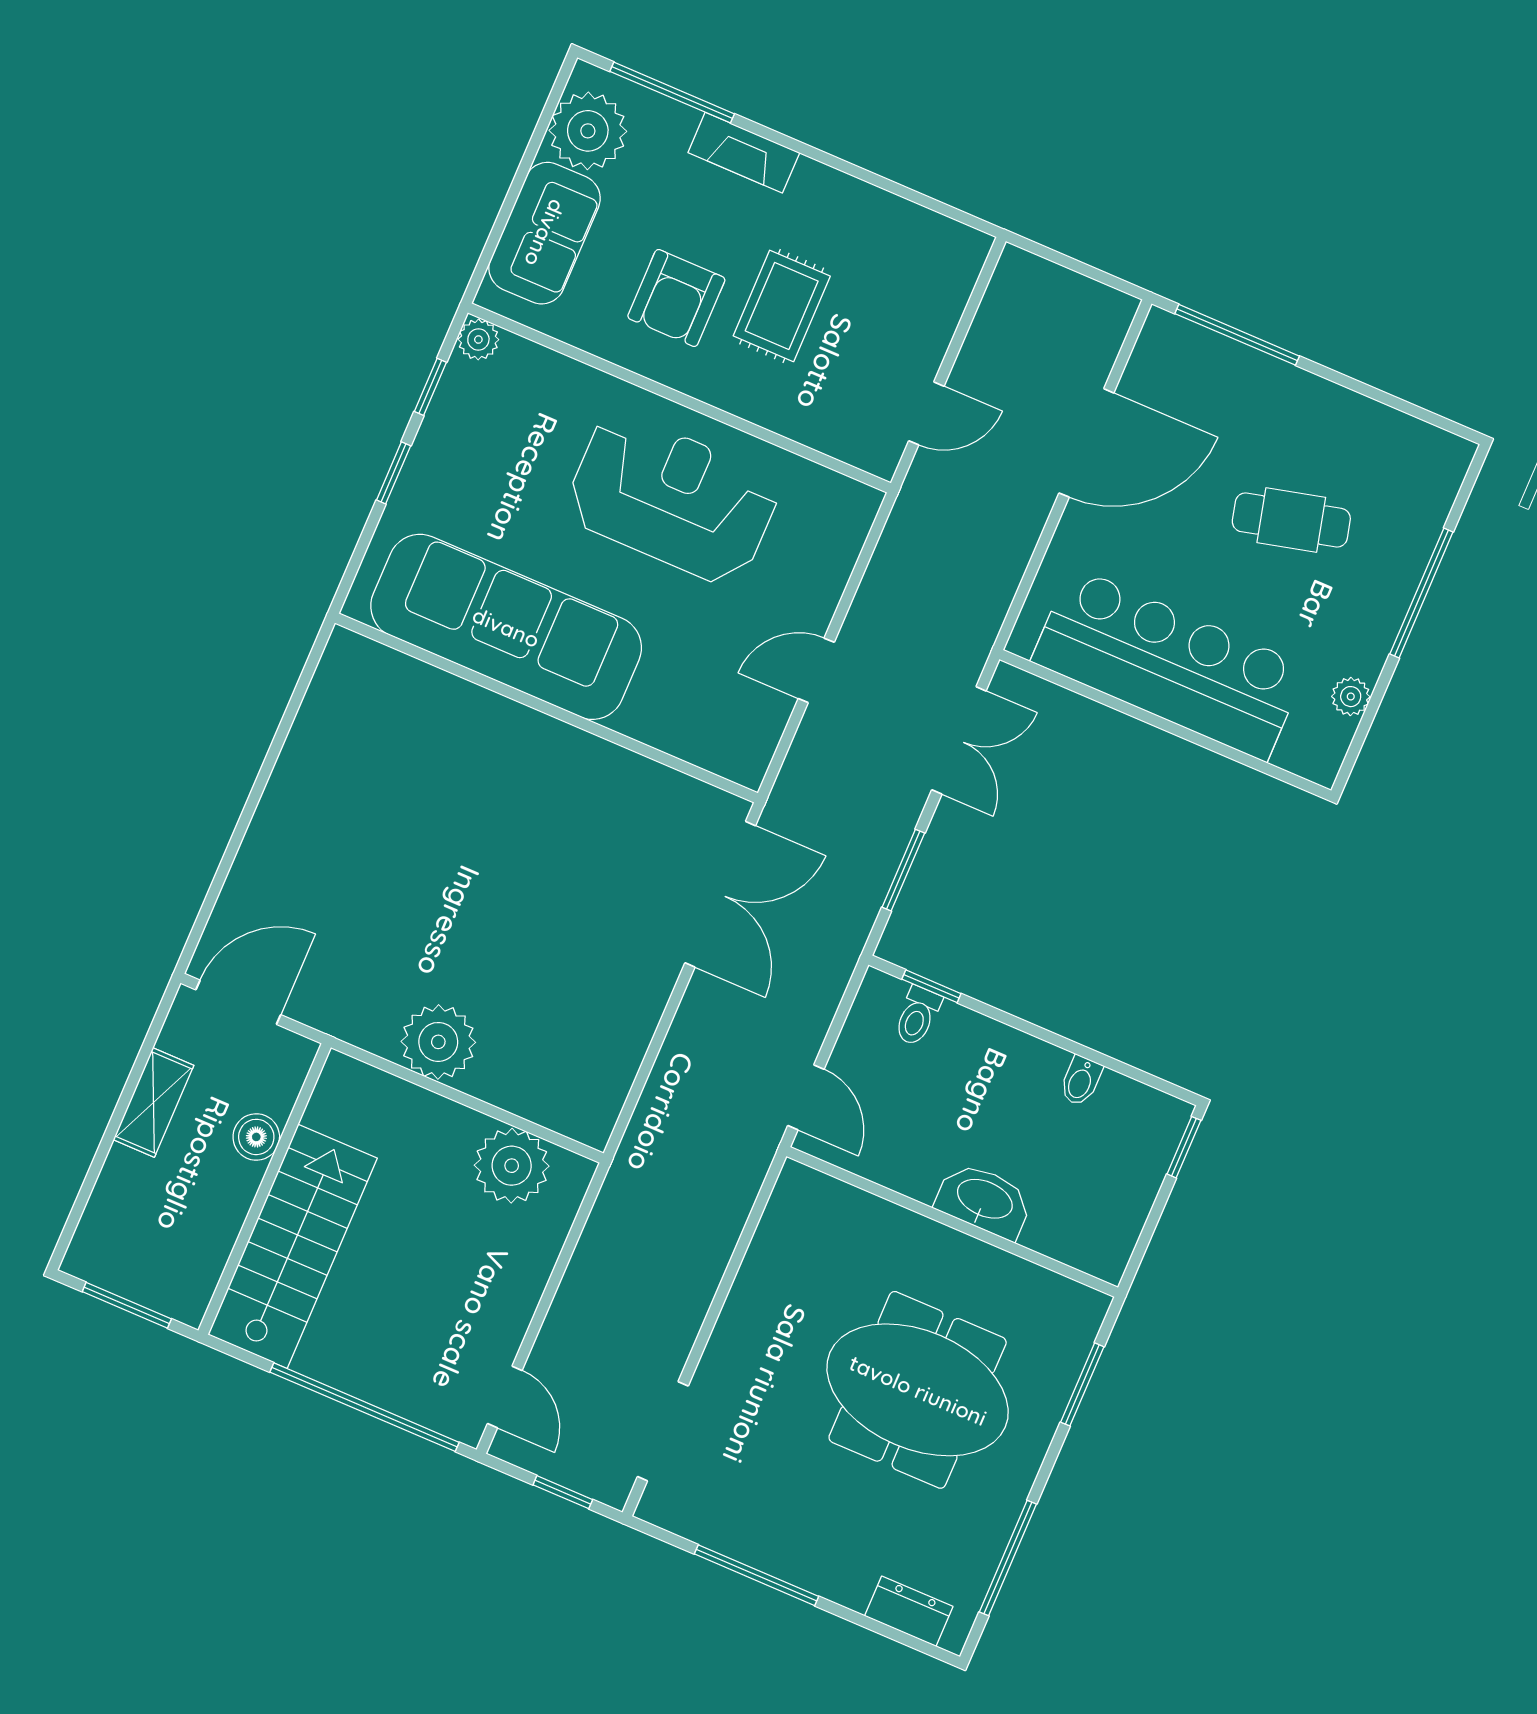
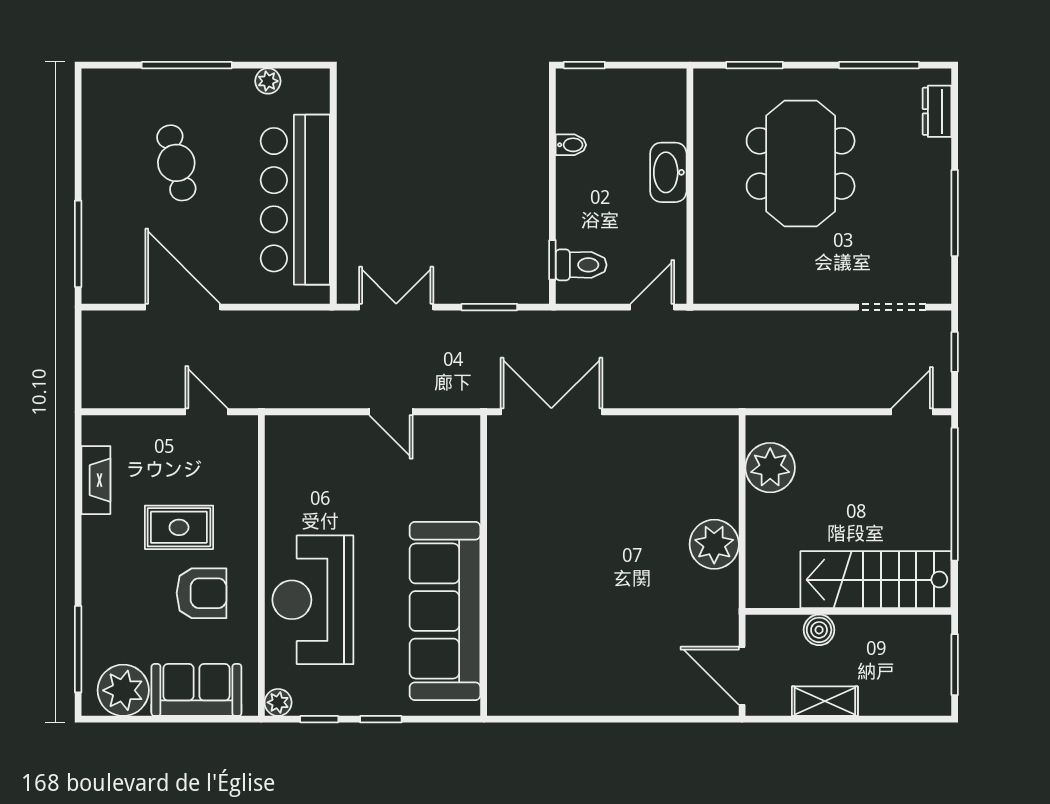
fireplace: (744, 153) -> (96, 480), moved
reception desk: (672, 499) -> (313, 600), moved
toilet: (917, 1016) -> (581, 265), width x1.37, depth x1.39

